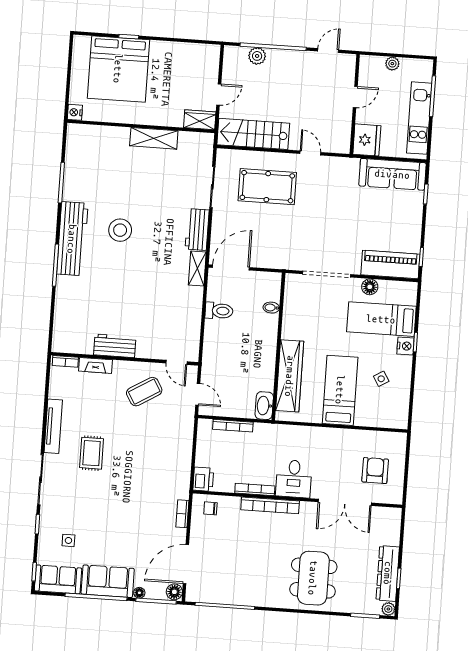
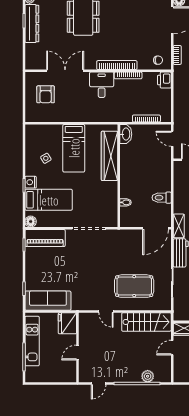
plant: (392, 64) -> (53, 377), removed
floor lamp: (370, 287) -> (31, 222), moved

